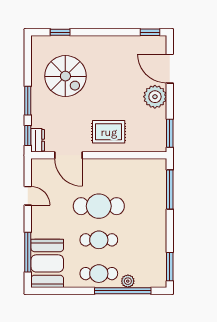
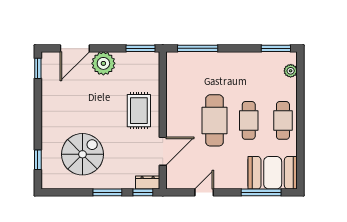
plant: (128, 281) -> (291, 71), moved
window: (123, 291) -> (300, 96), removed

